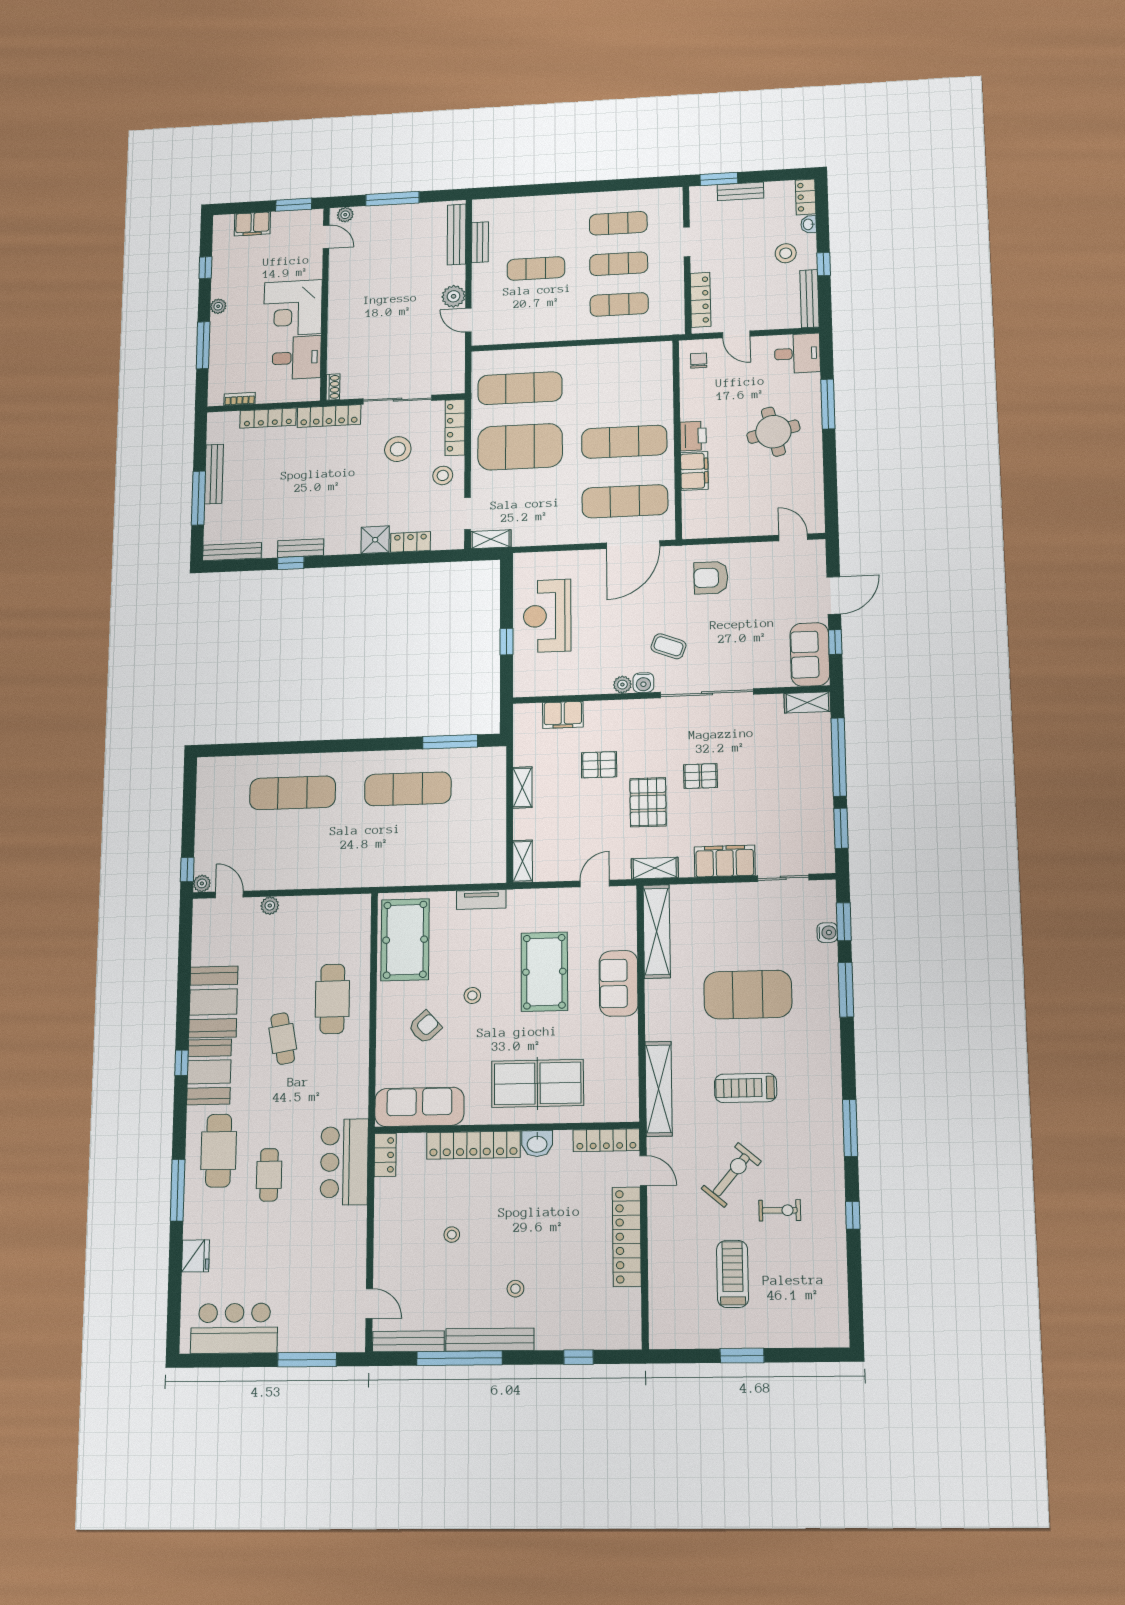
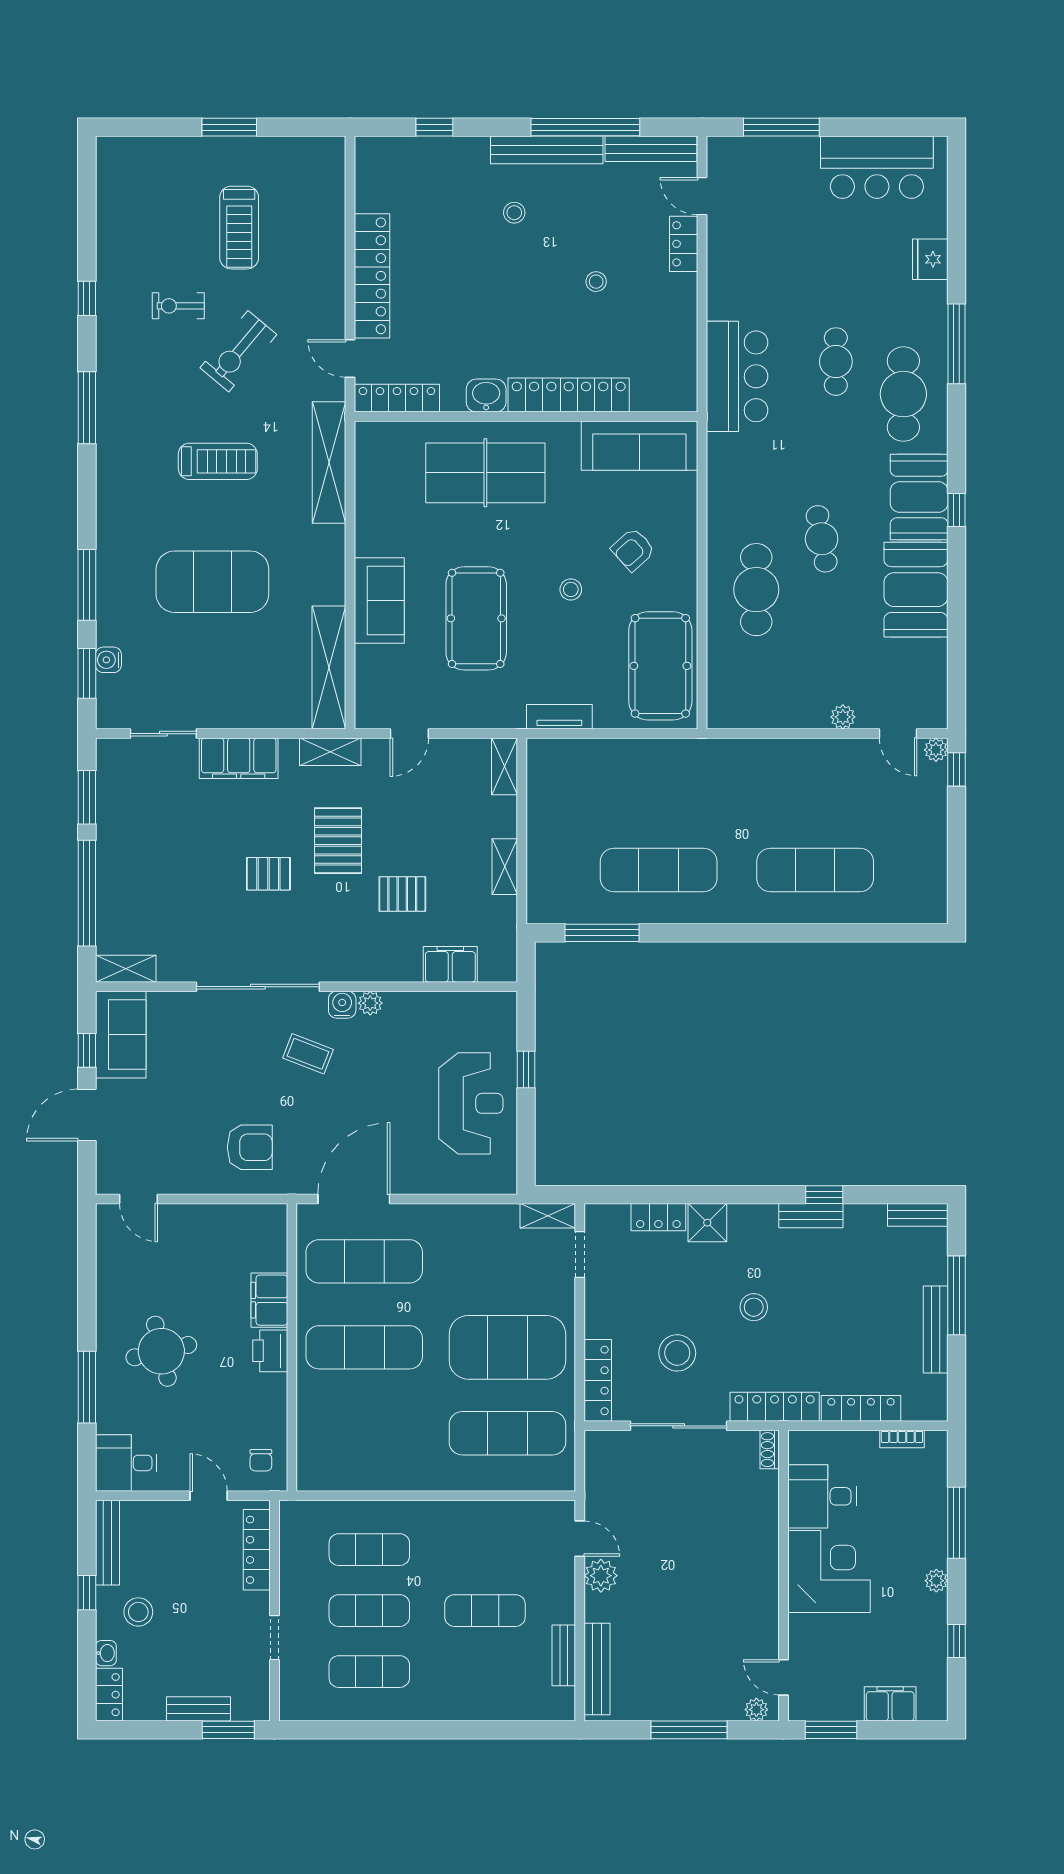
stool: (443, 475) -> (754, 1307), moved
bench: (232, 552) -> (918, 1215), width x0.73
locker: (385, 1155) -> (684, 244), moved

